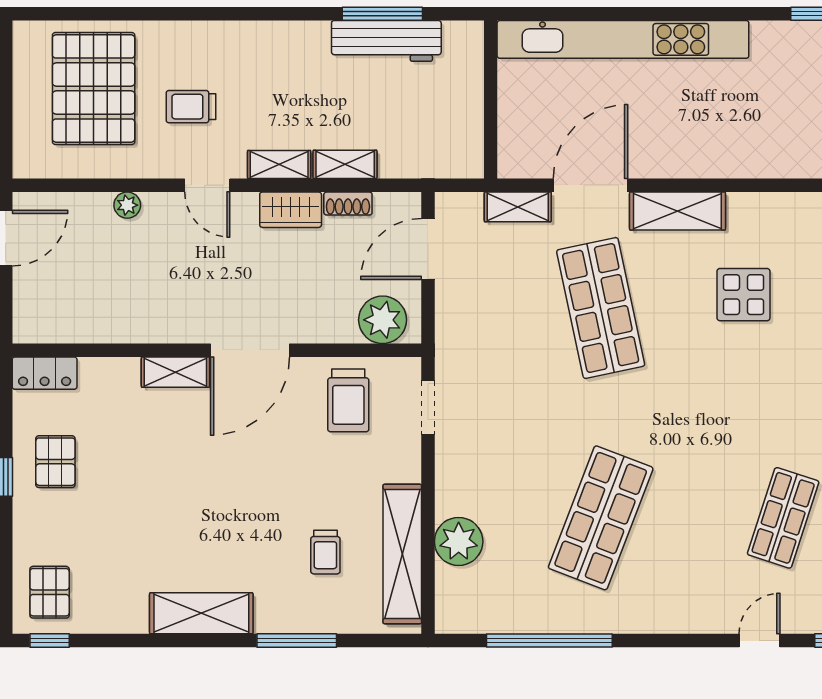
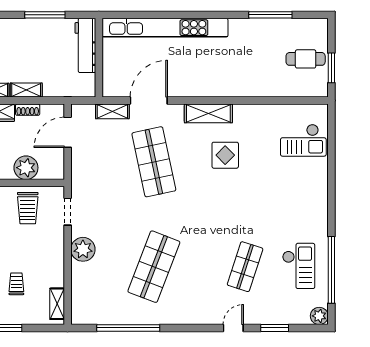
workbench: (386, 41) -> (85, 45), moved, turned 90
shelving: (677, 211) -> (208, 113), moved
plant: (383, 320) -> (26, 168), moved
plant: (459, 541) -> (83, 249), moved
trolley: (325, 552) -> (16, 284), turned 180
shelving: (402, 554) -> (57, 304), width x0.45, depth x0.75

